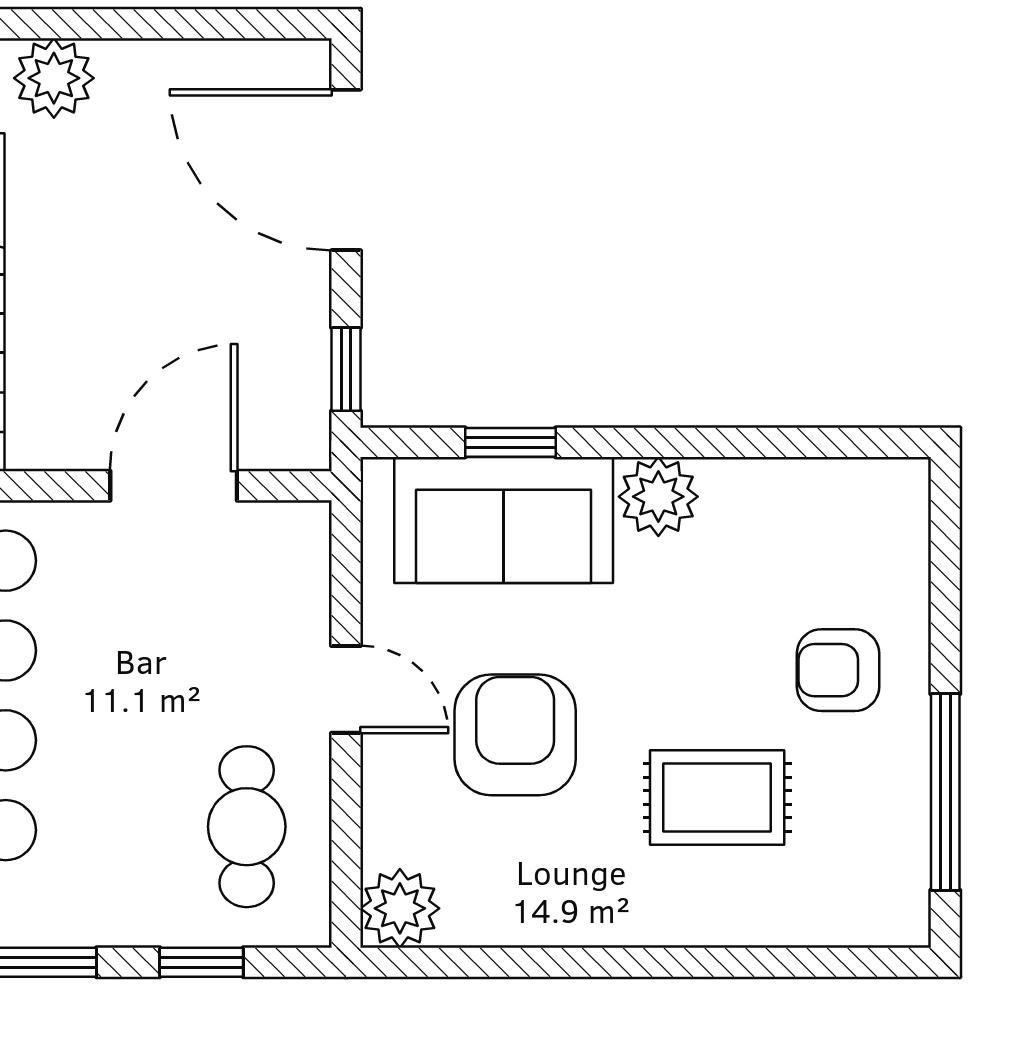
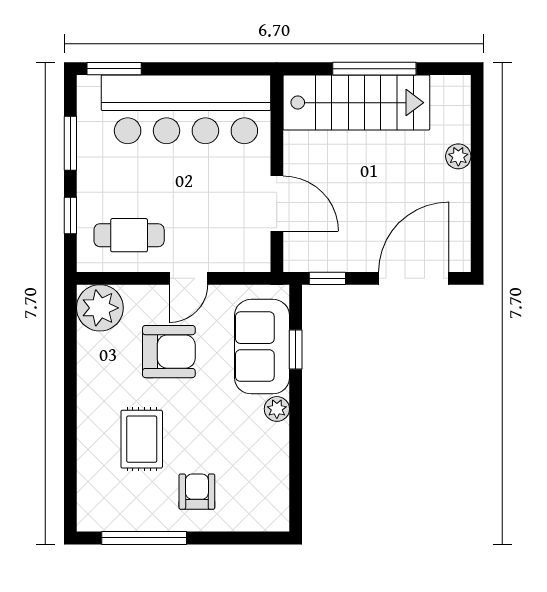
plant: (54, 78) -> (458, 156), width x0.73, depth x0.73
plant: (658, 497) -> (277, 409), width x0.73, depth x0.73
plant: (400, 908) -> (100, 308), width x1.36, depth x1.36

